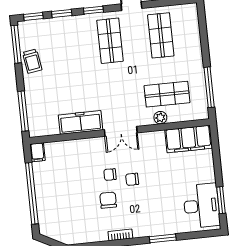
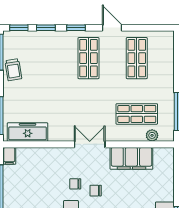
plant: (160, 118) -> (152, 135), moved
freezer: (81, 122) -> (28, 132), moved
double door: (121, 131) -> (90, 144), swing flipped
filing cabinet: (188, 139) -> (131, 158), moved

